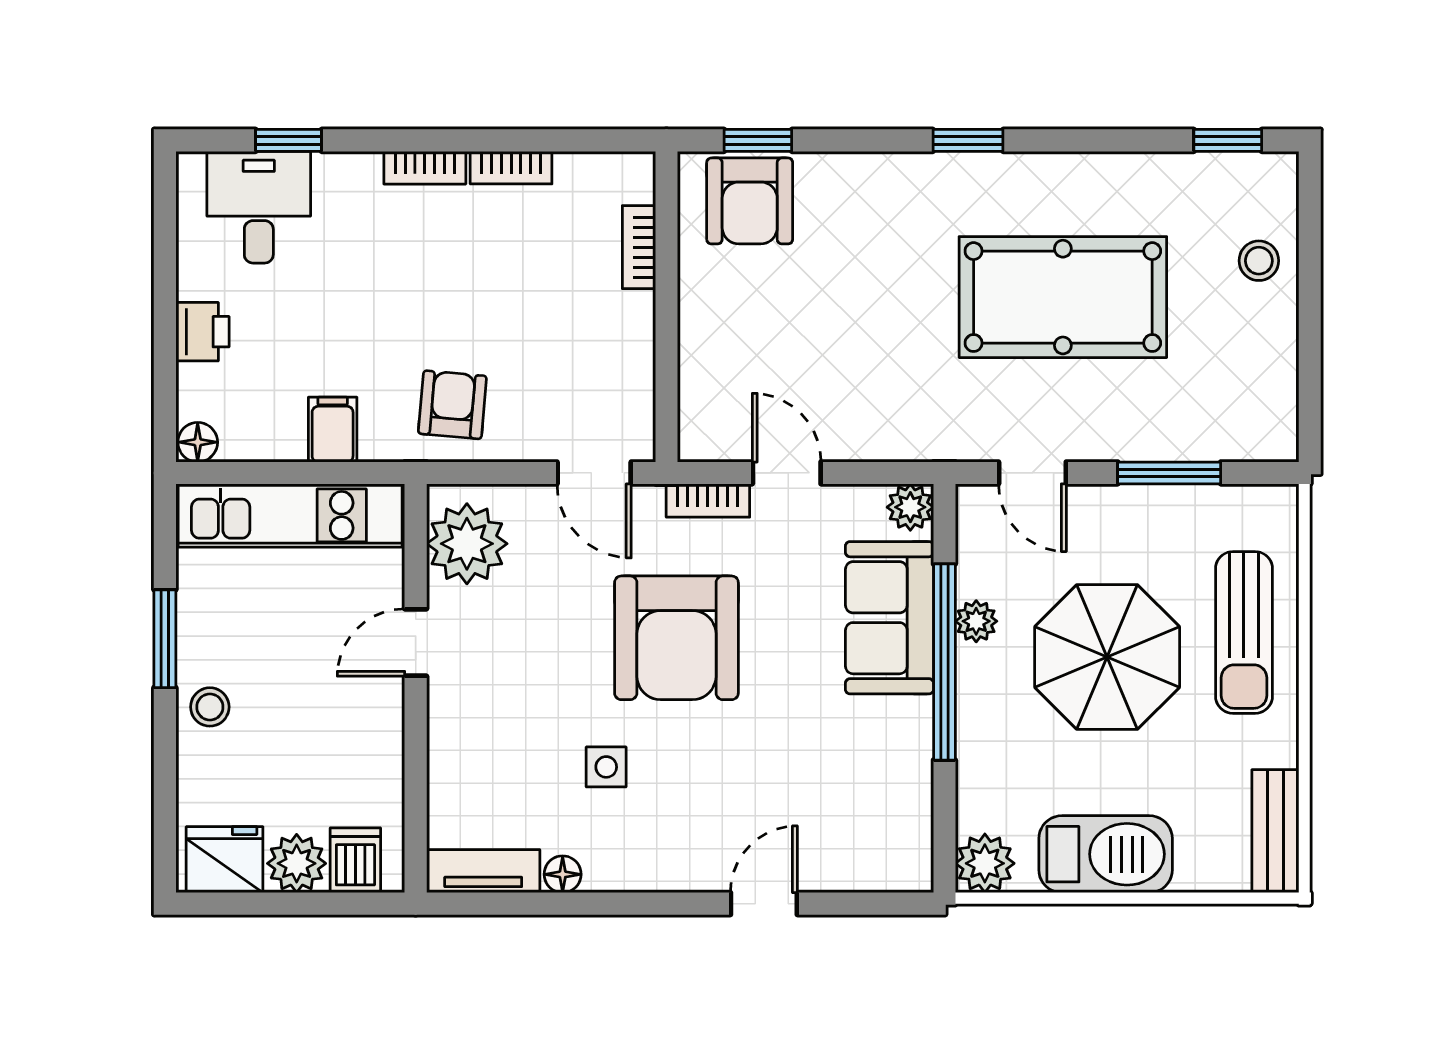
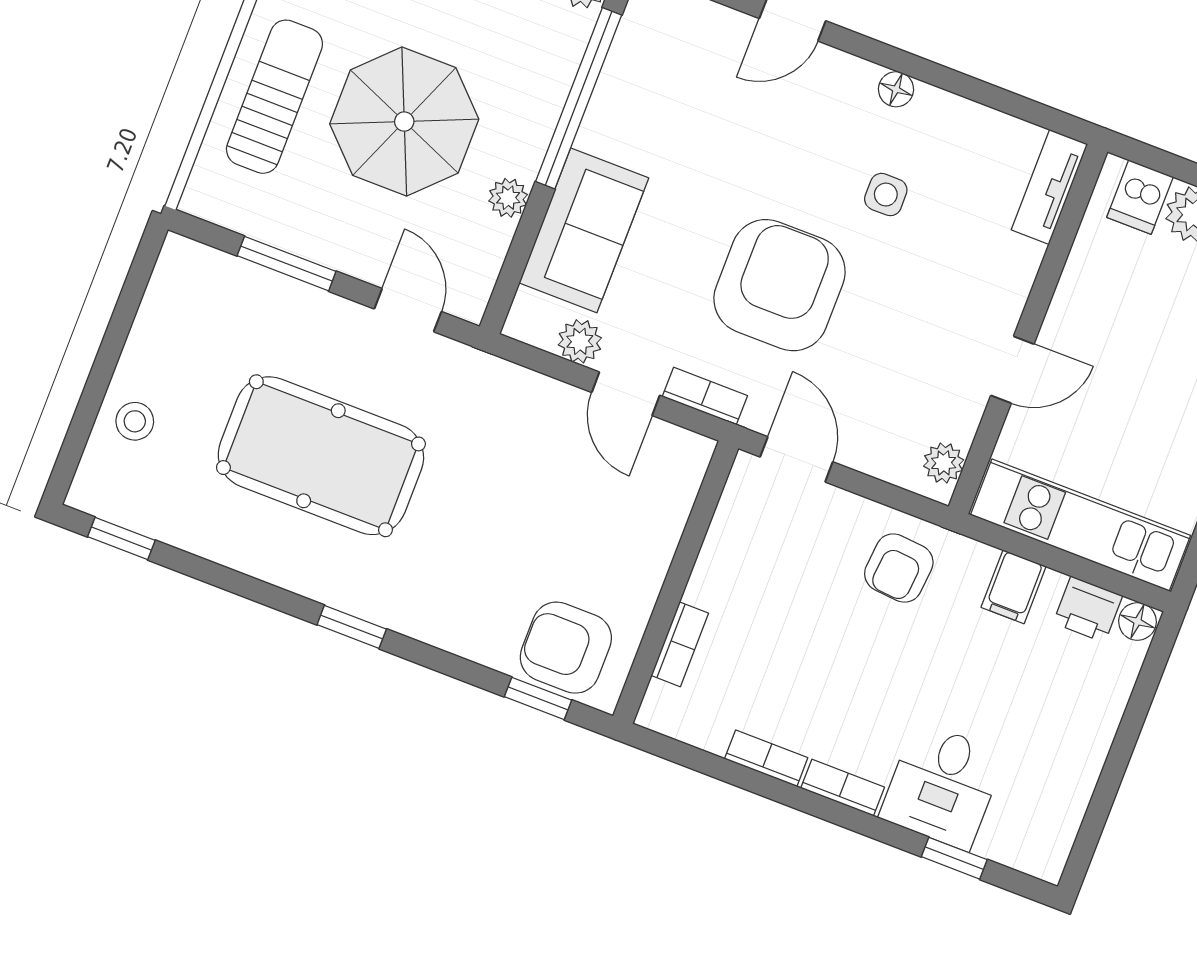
armchair: (750, 201) -> (566, 648), turned -90
desk: (259, 207) -> (942, 786), moved
printer: (202, 332) -> (1088, 609), moved, turned -90
plant: (910, 507) -> (580, 341), moved
plant: (467, 544) -> (944, 463), width x0.53, depth x0.53
window: (944, 662) -> (579, 98), moved
tv unit: (483, 871) -> (1049, 187), moved, turned 90
floor lamp: (563, 874) -> (896, 89), moved

